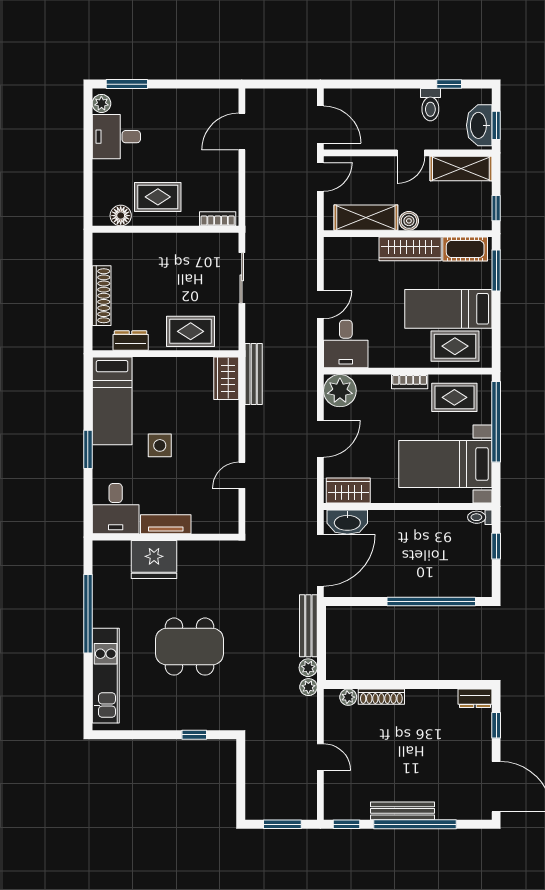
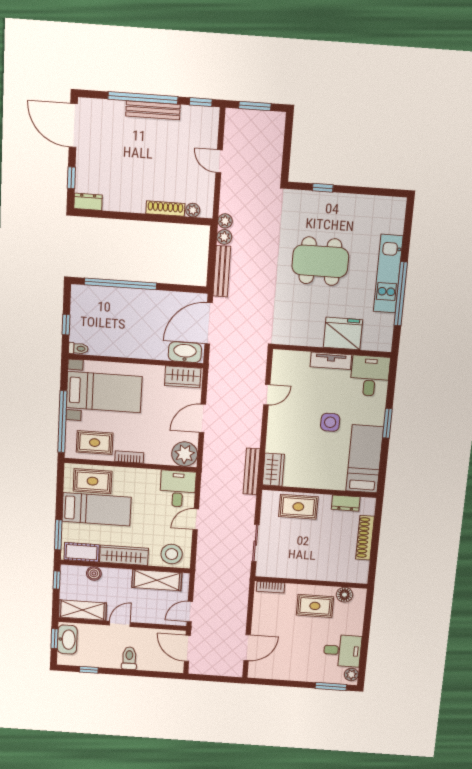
toilet: (430, 105) -> (129, 658), moved
boiler: (409, 221) -> (94, 573), moved
stool: (349, 255) -> (172, 554), added
kitchen unit: (106, 676) -> (388, 274), moved

